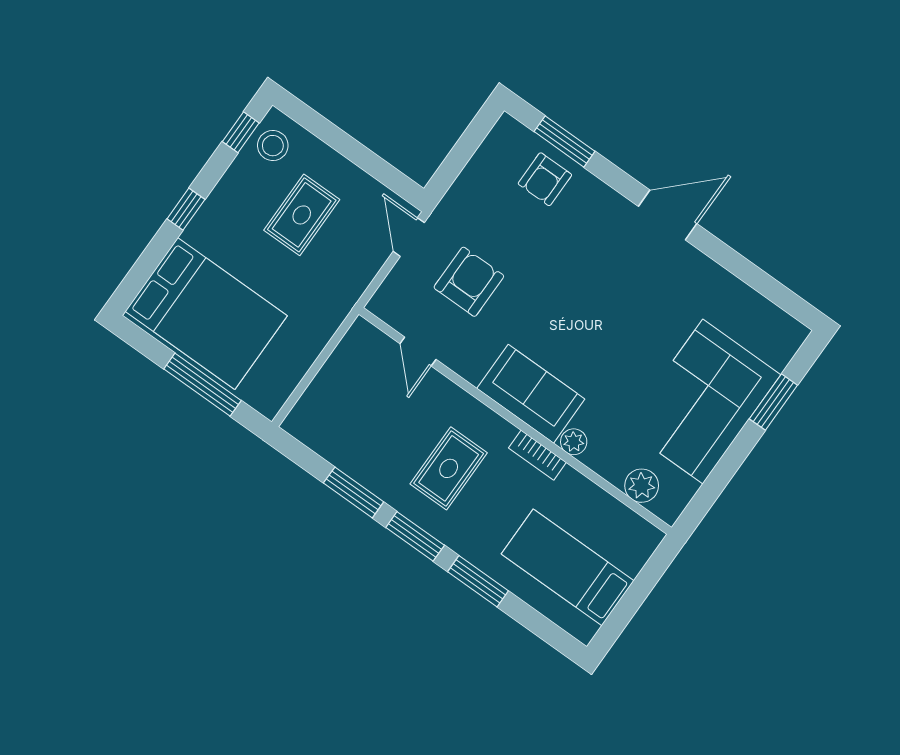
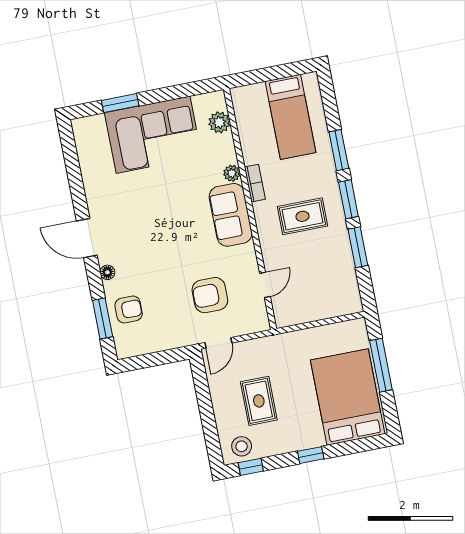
floor lamp: (608, 198) -> (107, 272), added
rug: (302, 215) -> (259, 401), turned 90

